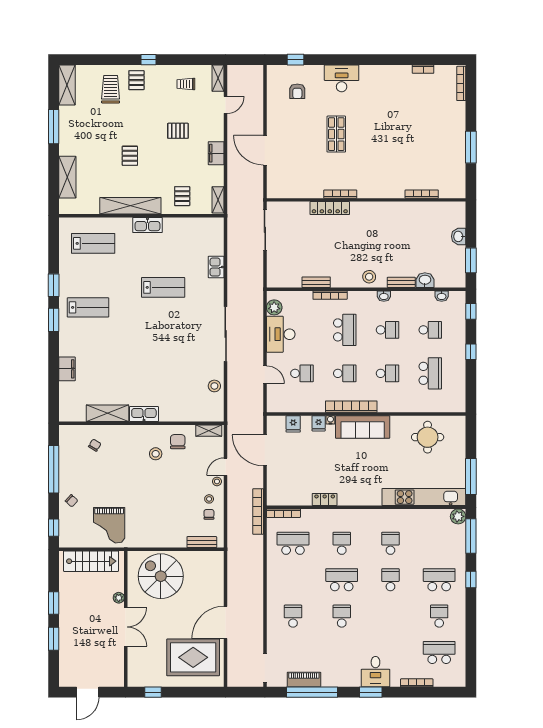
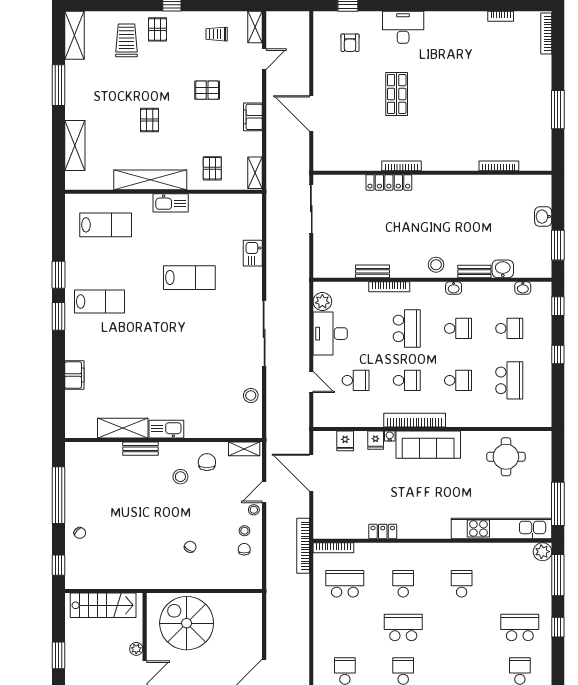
chair: (95, 445) -> (190, 547), moved
grand piano: (109, 525) -> (125, 562), removed
bench: (202, 542) -> (141, 449), moved
school desk: (390, 580) -> (462, 627), removed

